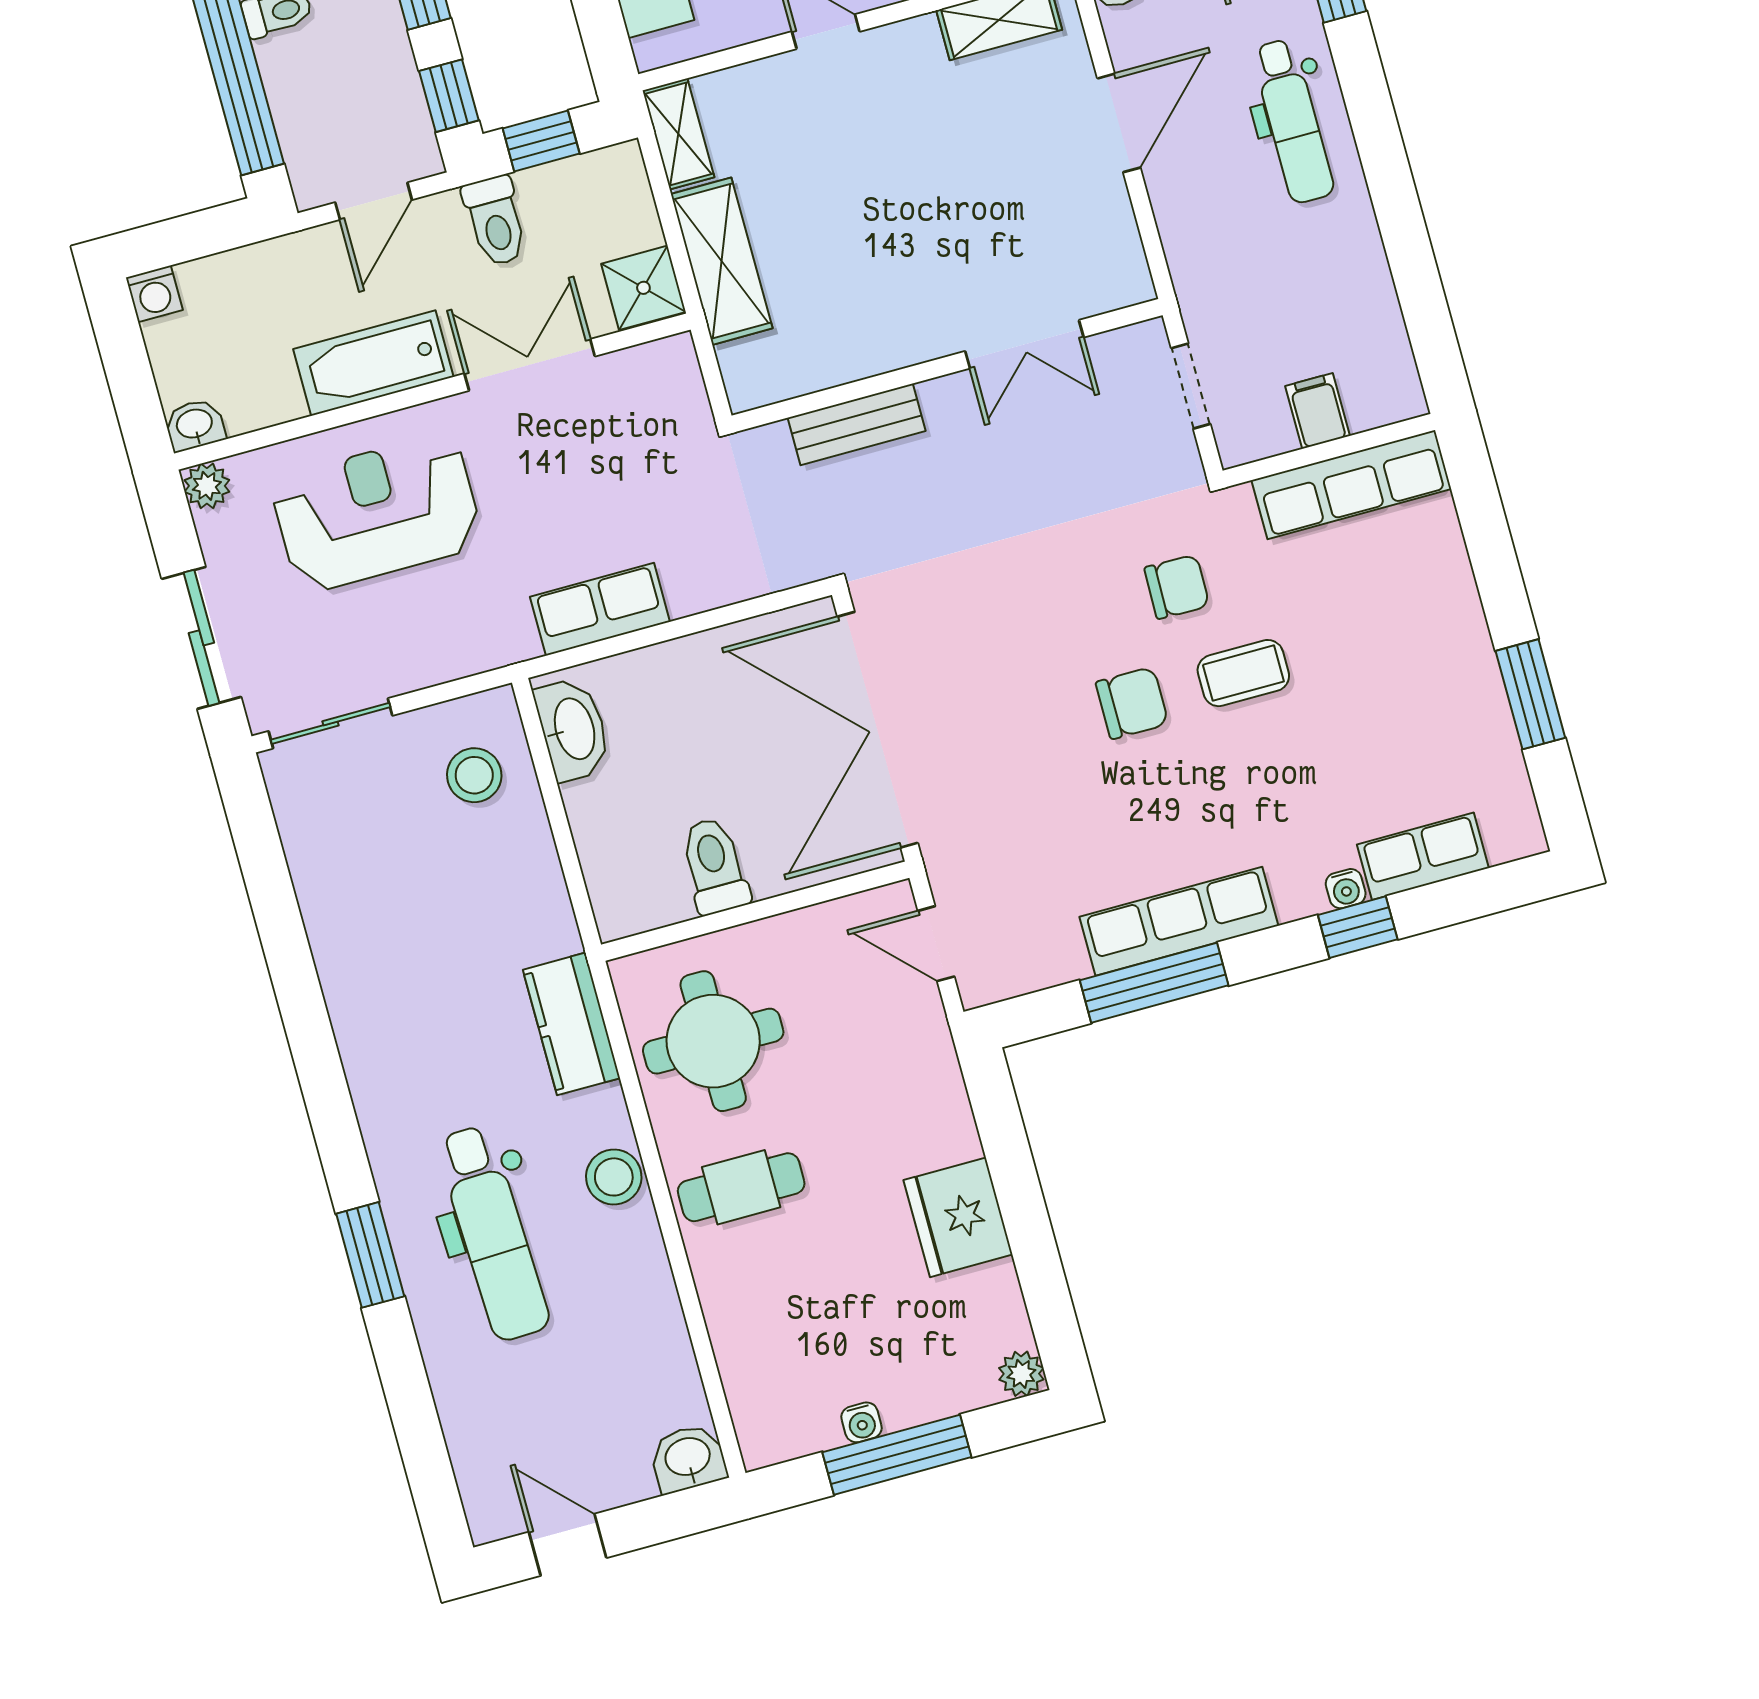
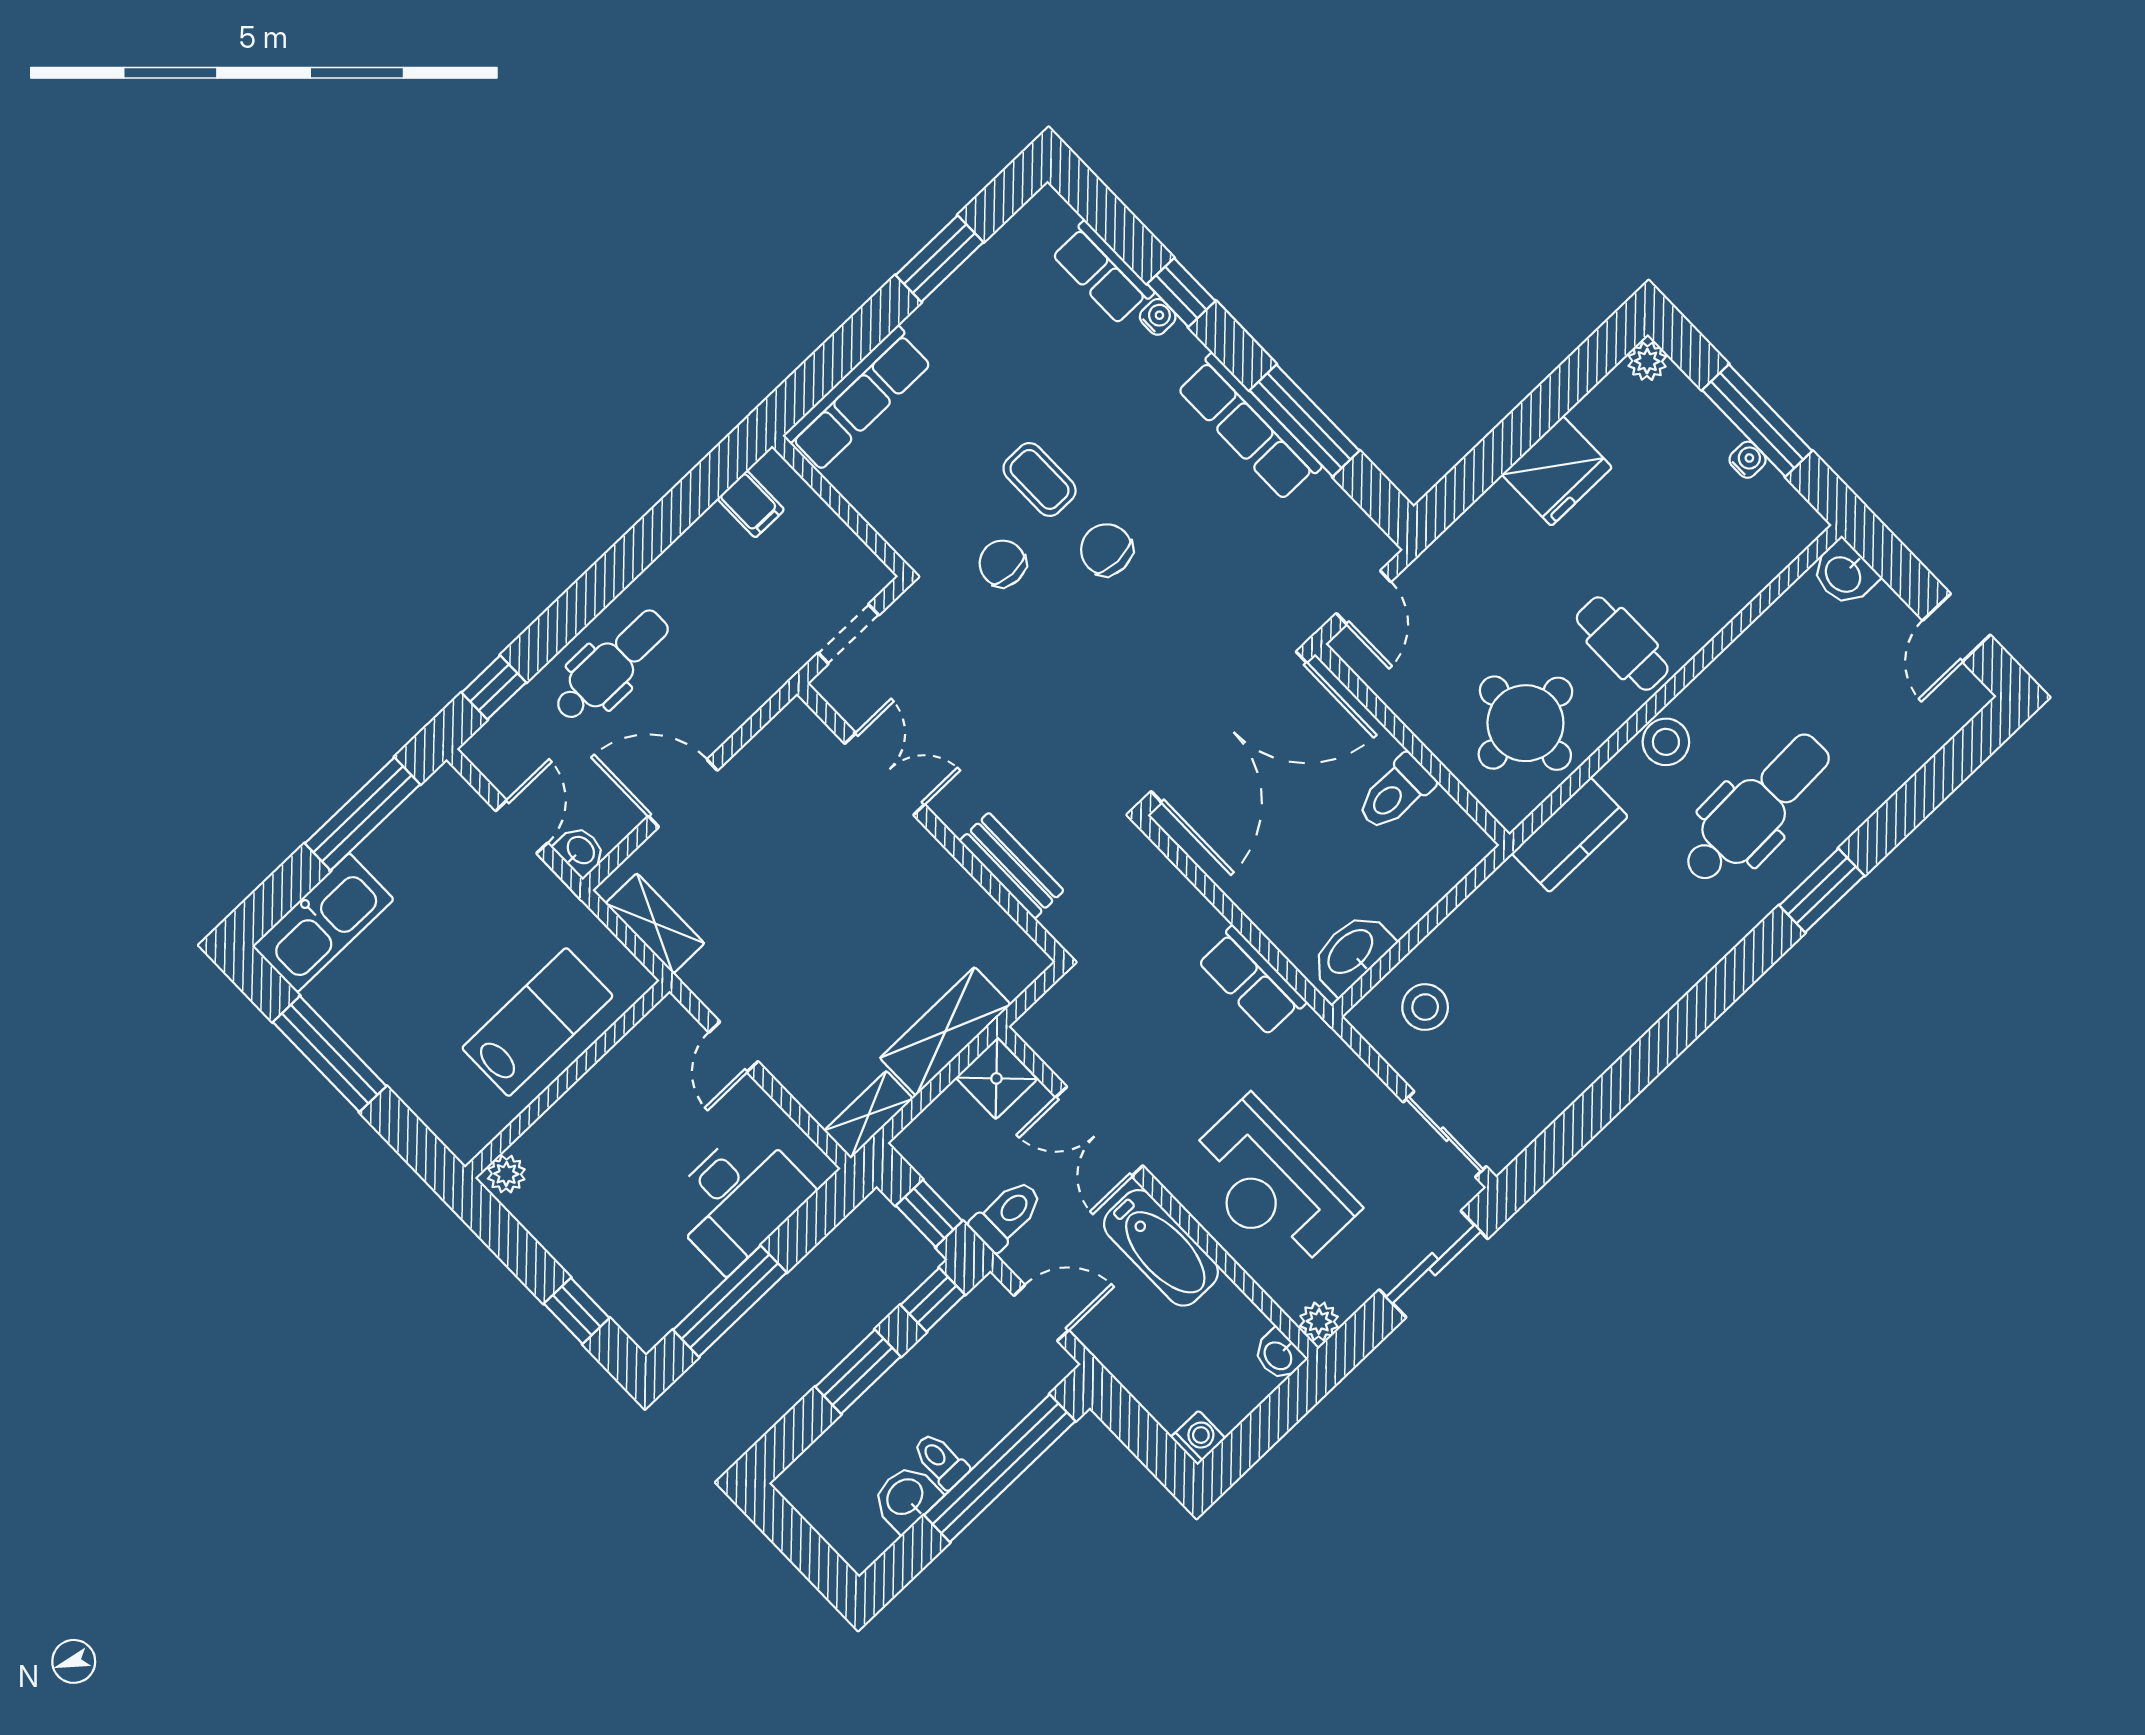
filing cabinet: (1317, 411) -> (751, 504), moved, turned -90
row of seats: (1351, 485) -> (858, 399), moved, turned 90

